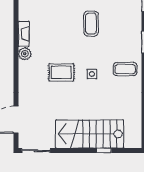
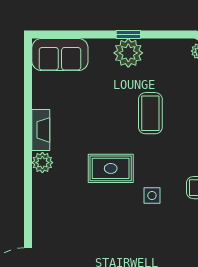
rug: (61, 72) -> (111, 168), moved

